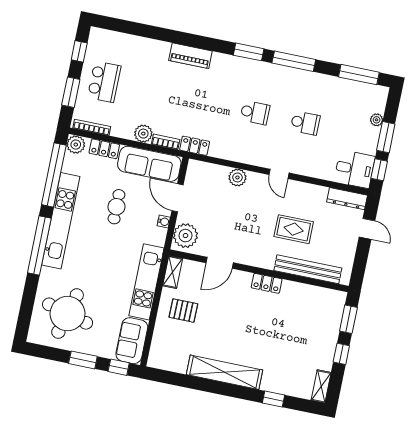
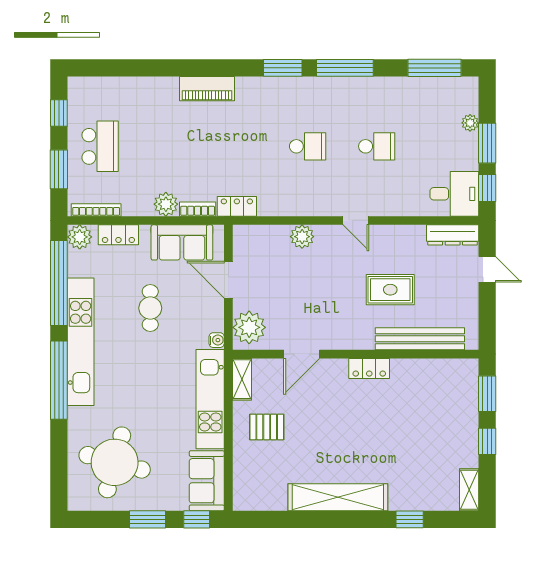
sofa: (149, 164) -> (182, 242), width x0.73
water cooler: (164, 222) -> (217, 340), moved

